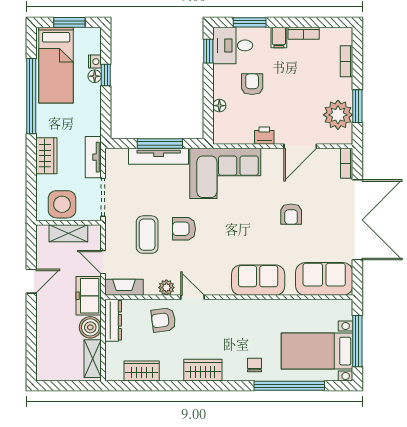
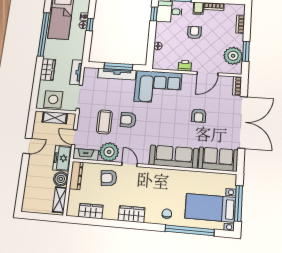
armchair: (252, 84) -> (194, 33), moved
sofa: (258, 280) -> (174, 157), width x1.36
plant: (166, 288) -> (109, 152), width x1.87, depth x1.87

